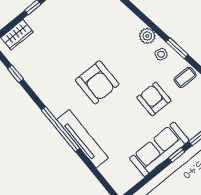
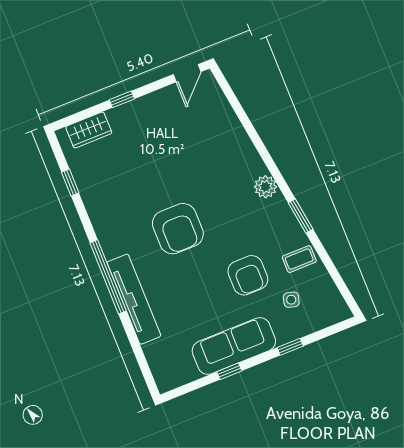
side table: (161, 54) -> (291, 300), moved
armchair: (154, 99) -> (248, 275), turned 180
window: (177, 155) -> (229, 371), moved

